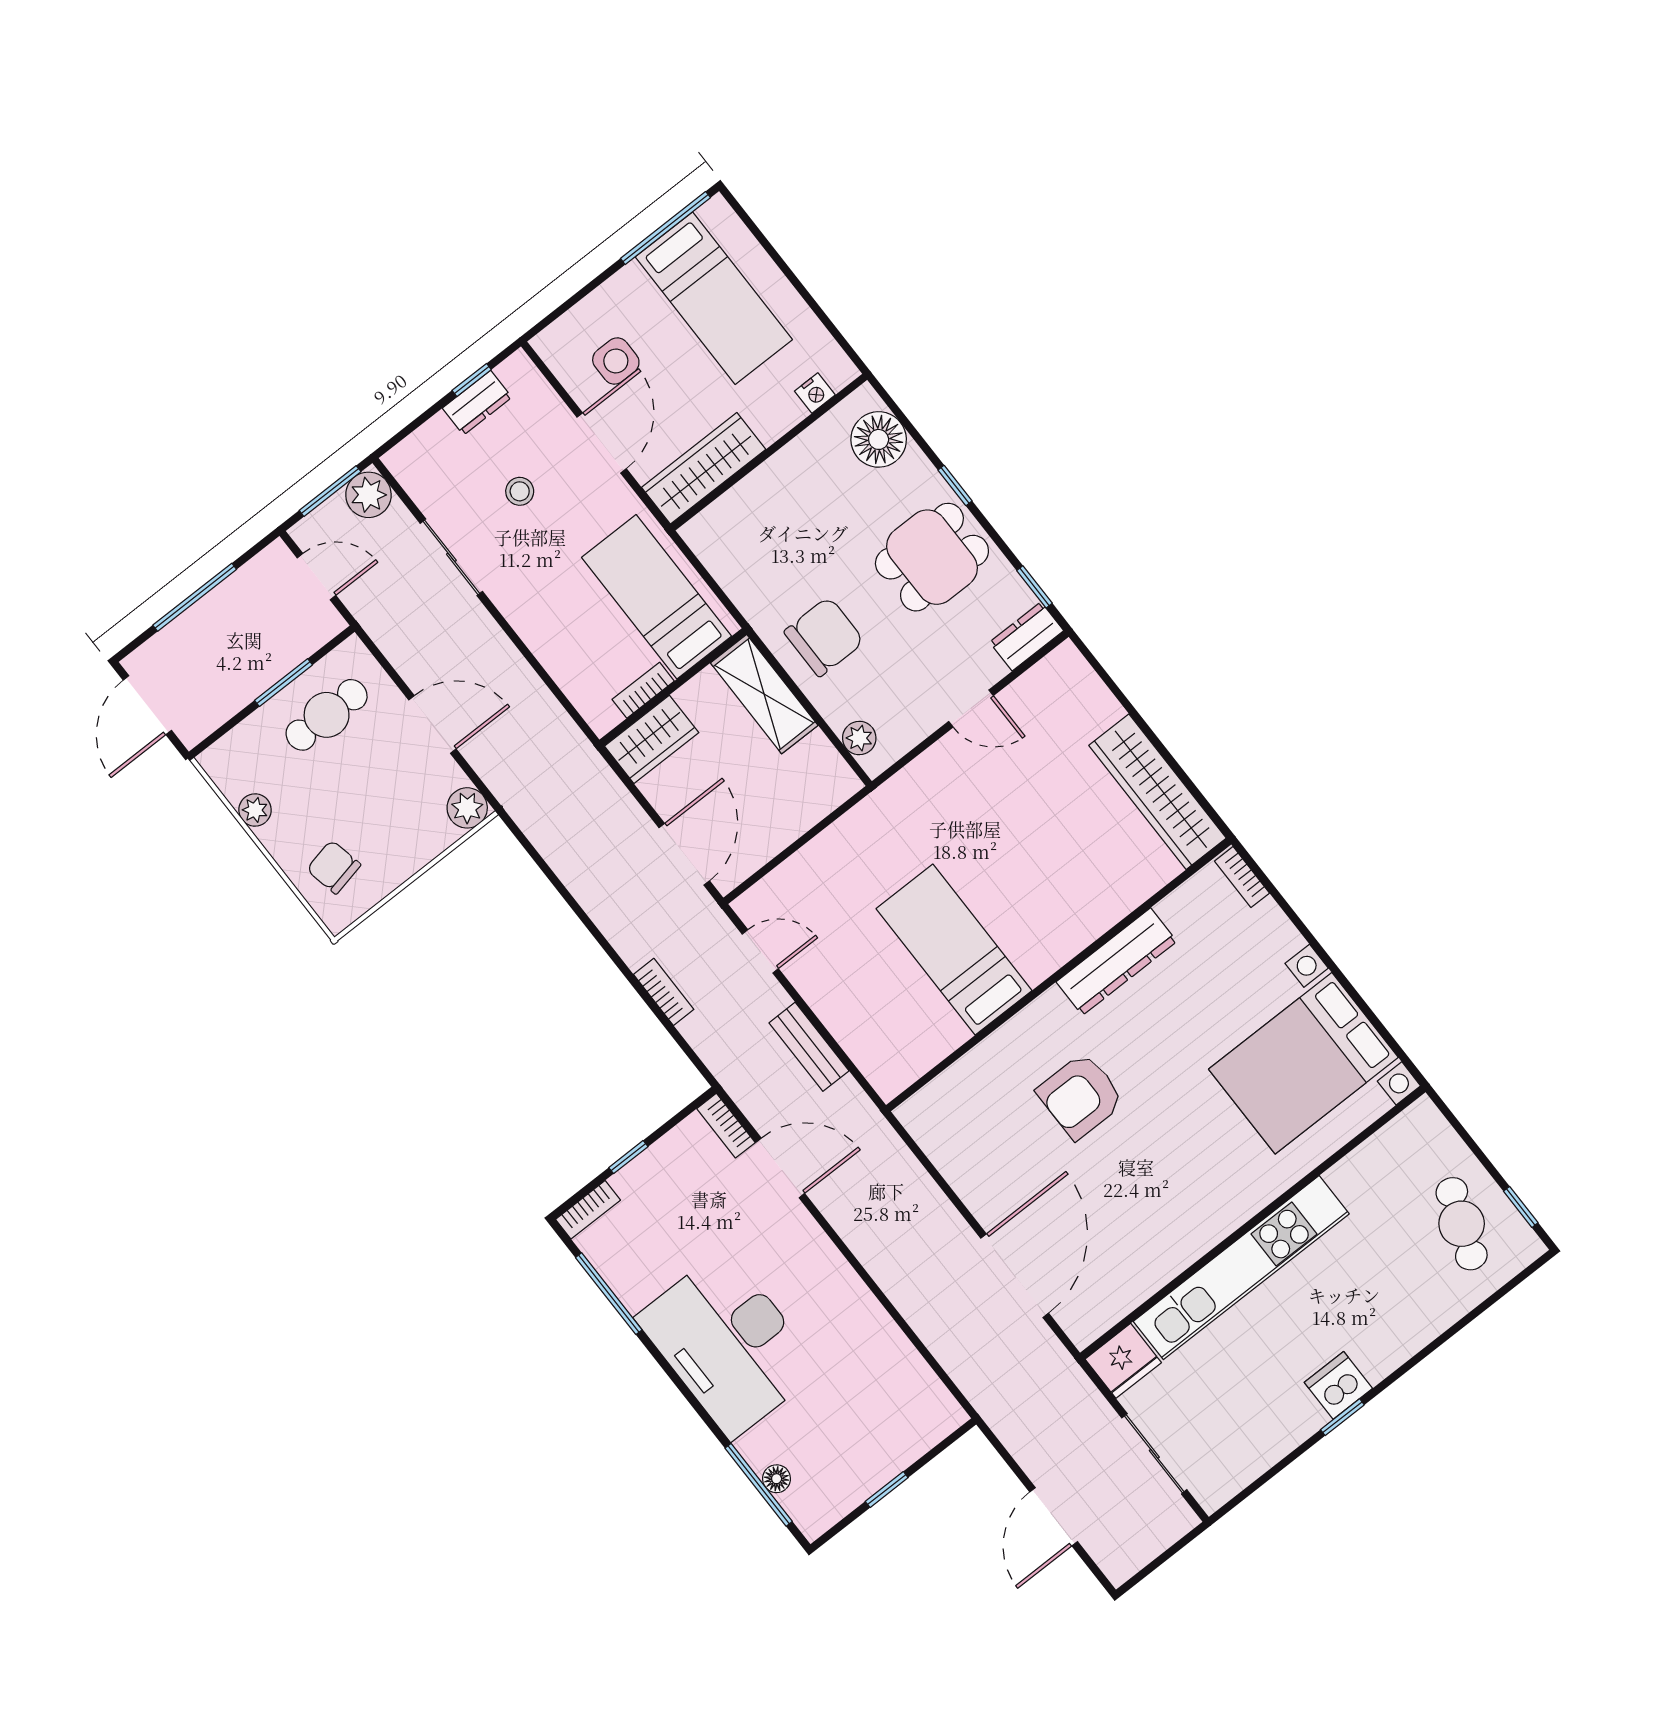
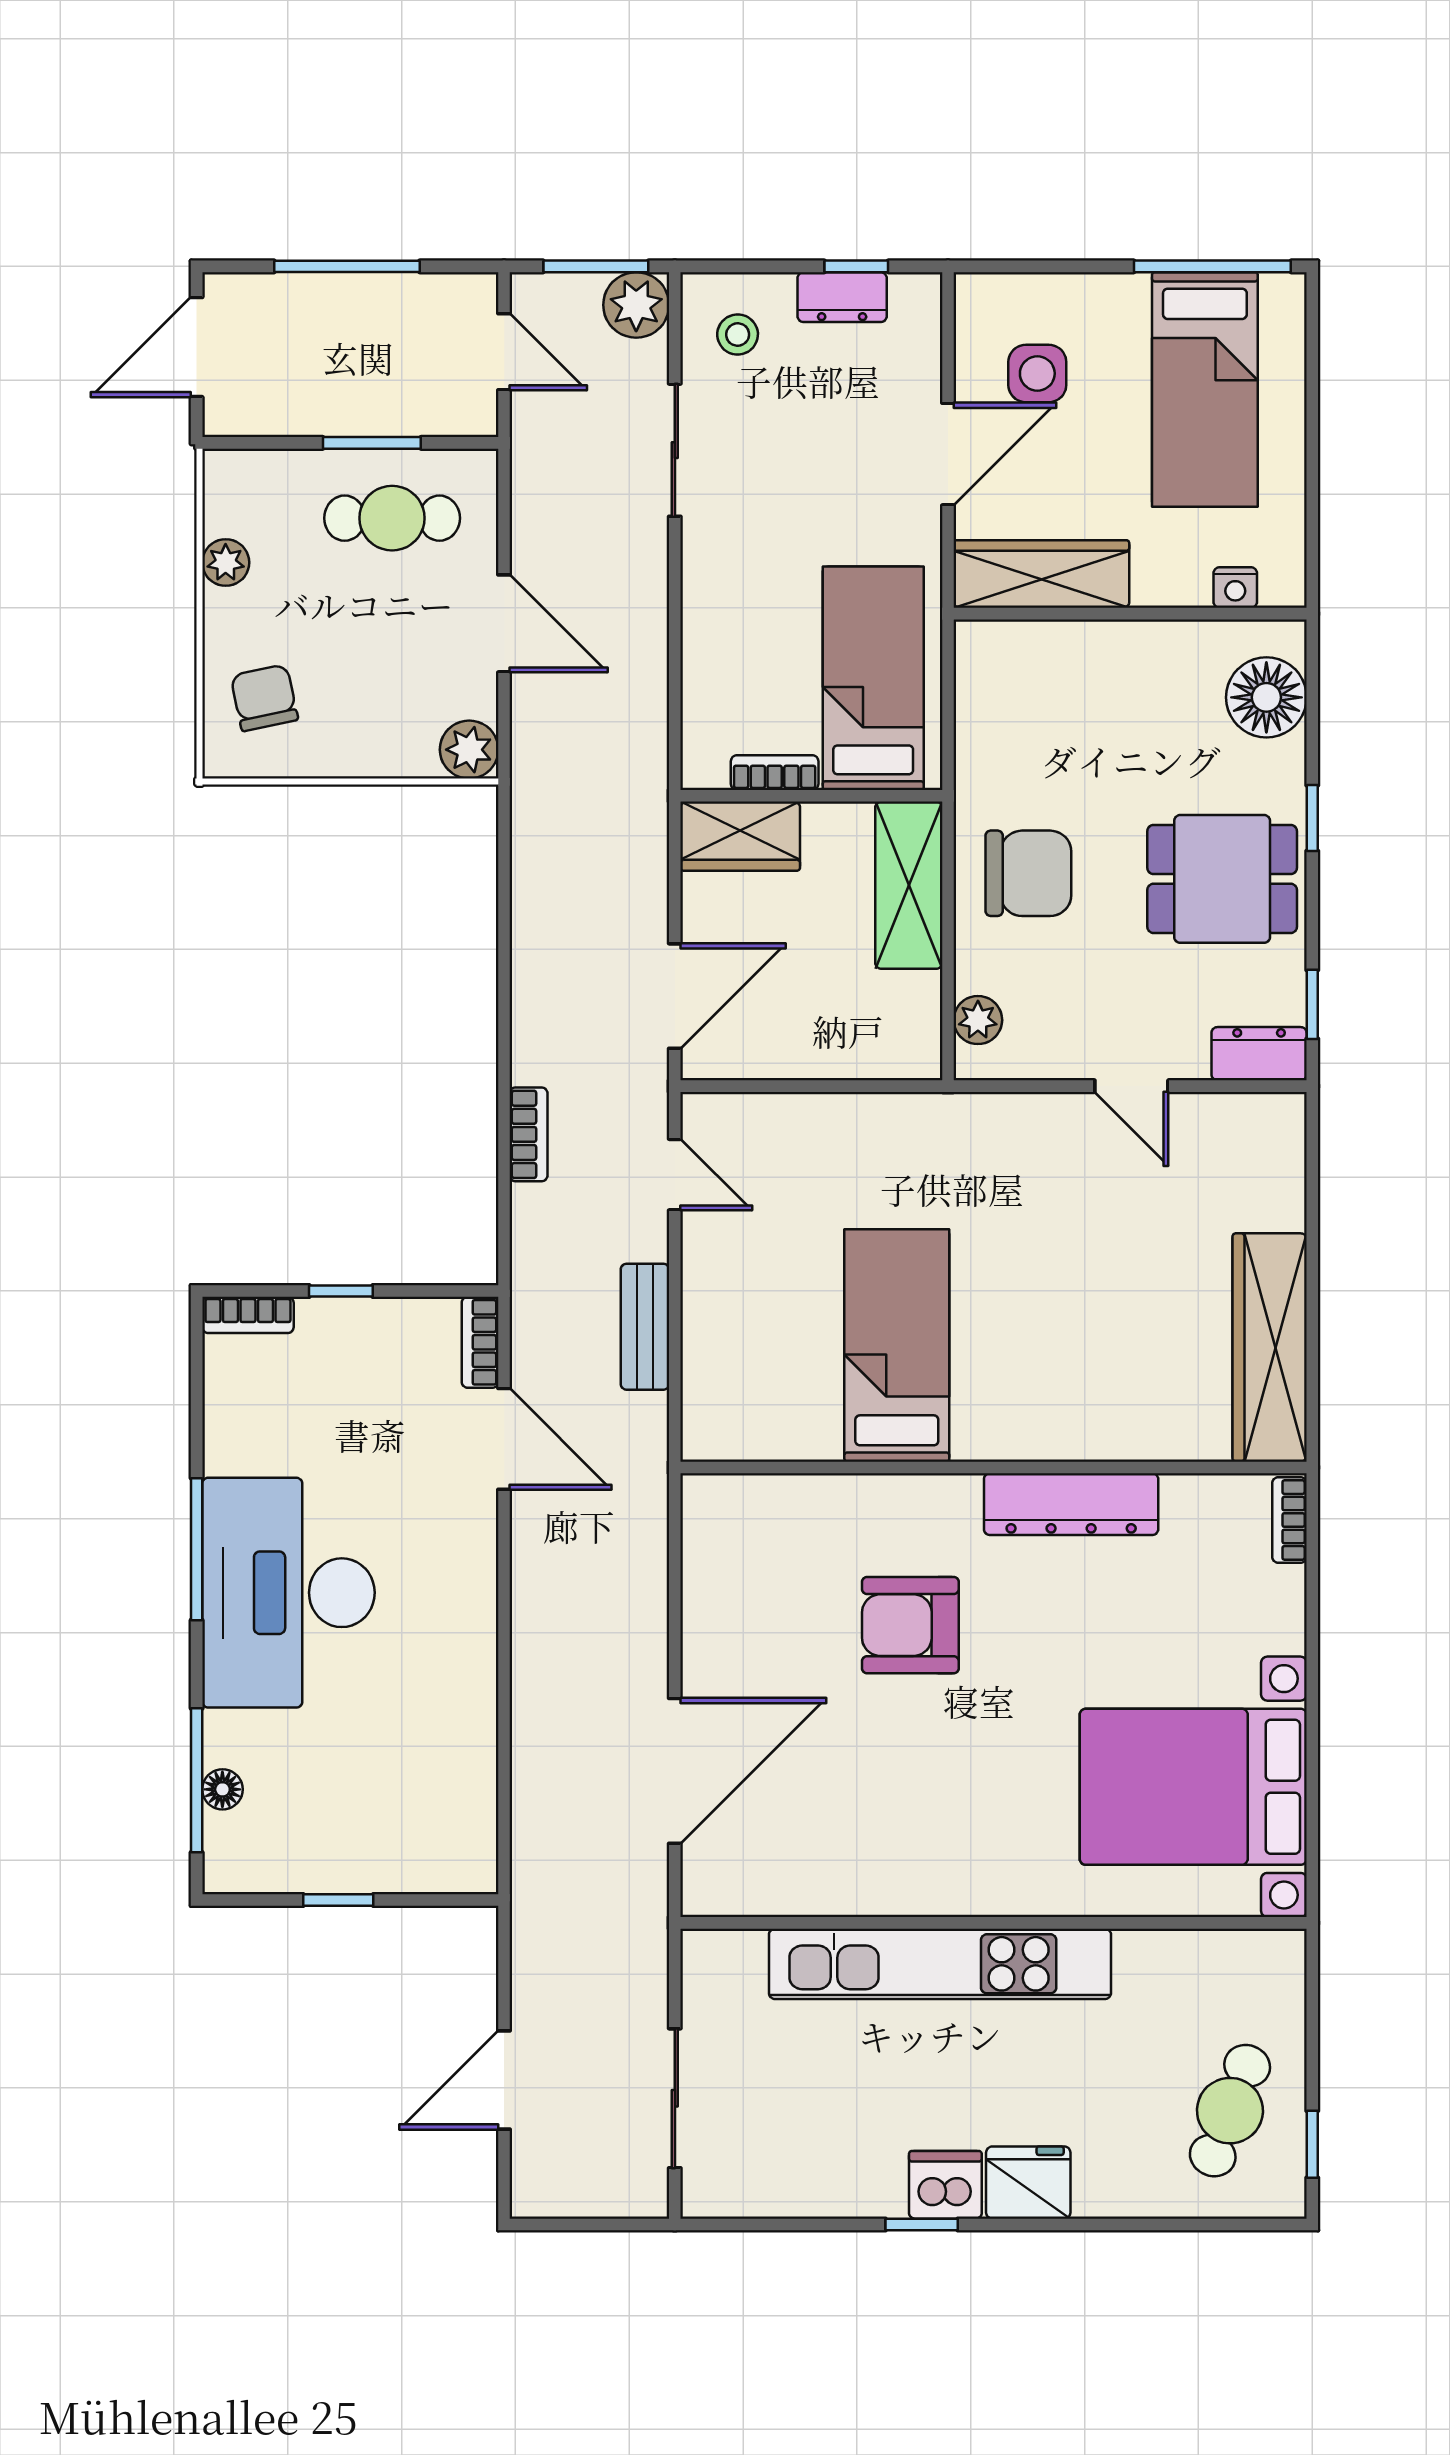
stool: (520, 491) -> (738, 335), moved
window: (609, 1294) -> (197, 1549), moved
fridge: (1123, 1361) -> (1028, 2183), moved, turned 180

